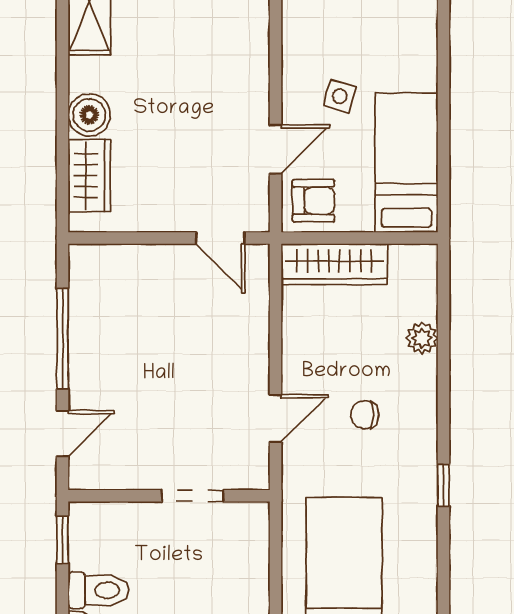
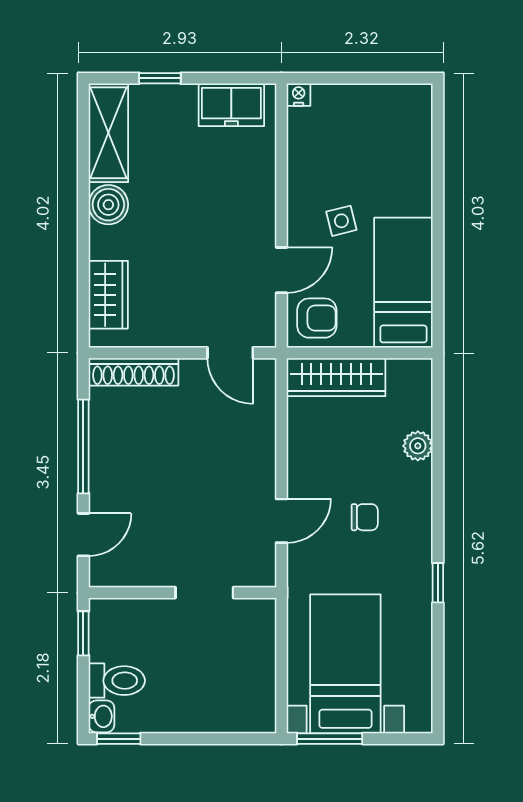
side table: (340, 96) -> (341, 221), turned -31
boiler: (89, 115) -> (108, 205), moved
shoe rack: (116, 259) -> (134, 372), added
chair: (365, 415) -> (365, 517), turned 180

